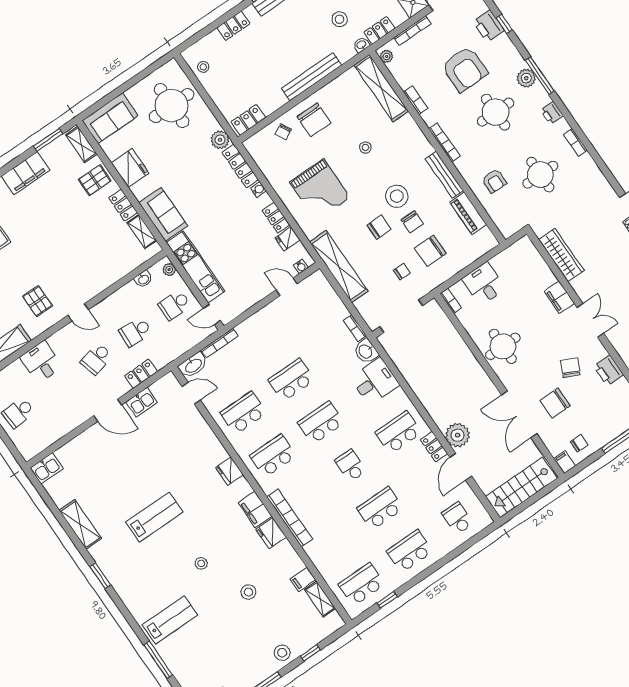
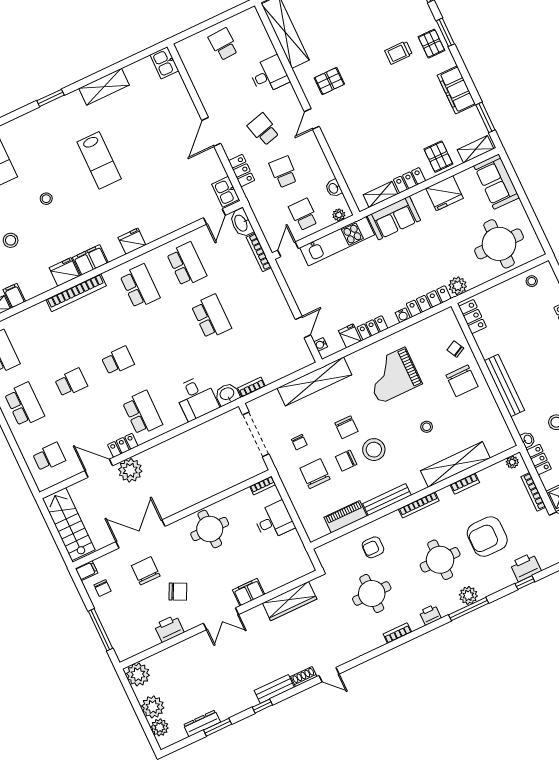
shelving: (381, 88) -> (455, 464), moved
chair: (314, 120) -> (462, 381), turned -90
kitchen sink: (142, 402) -> (225, 192), moved
school desk: (321, 423) -> (164, 339), removed
school desk: (380, 508) -> (71, 383), width x0.54

